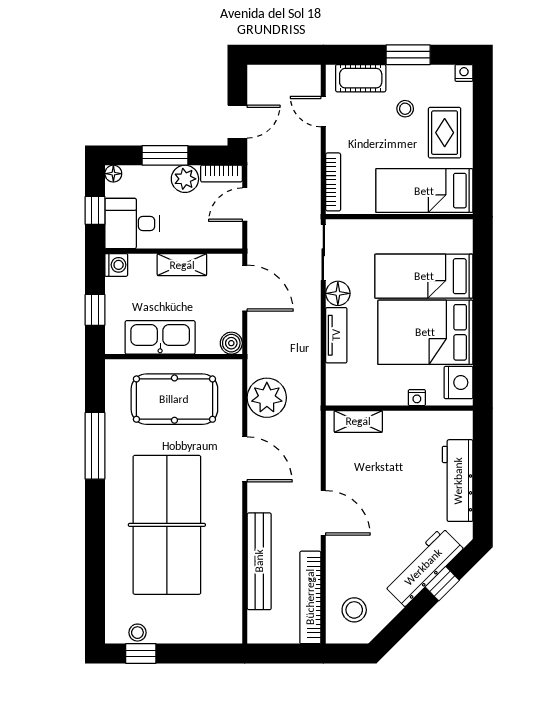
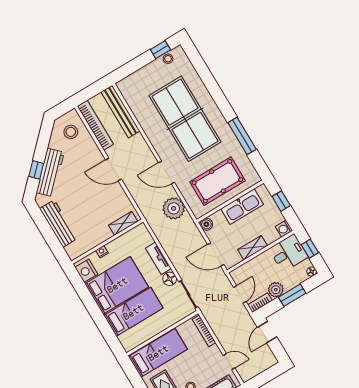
bench: (259, 561) -> (120, 112), moved

